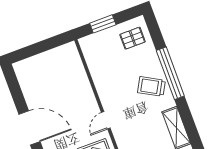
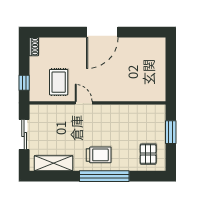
trolley: (151, 86) -> (99, 155), turned 61

